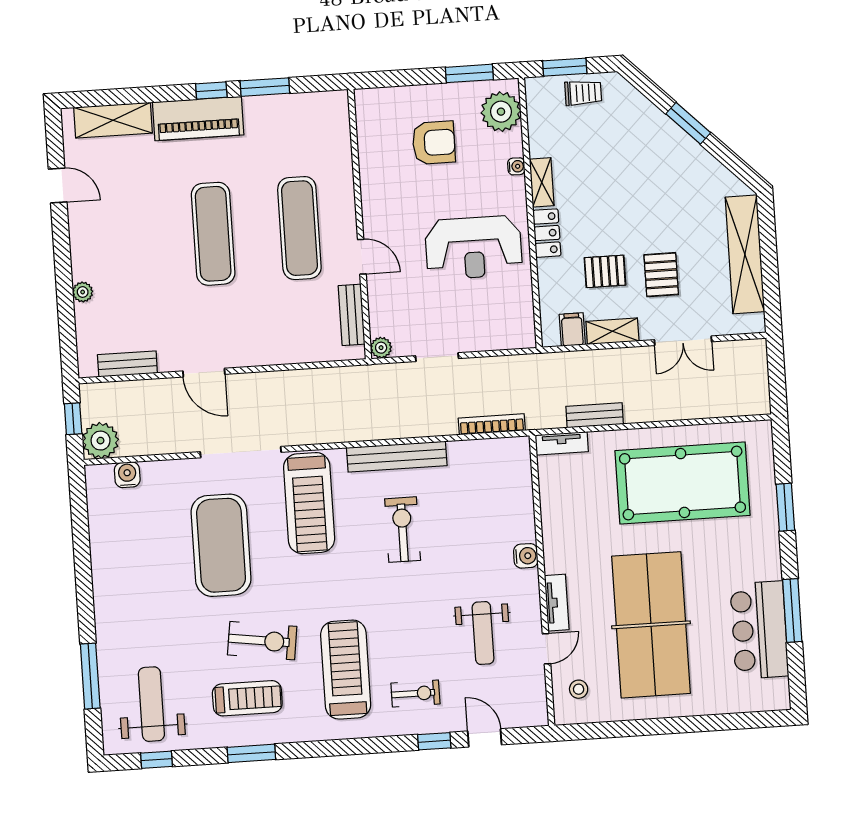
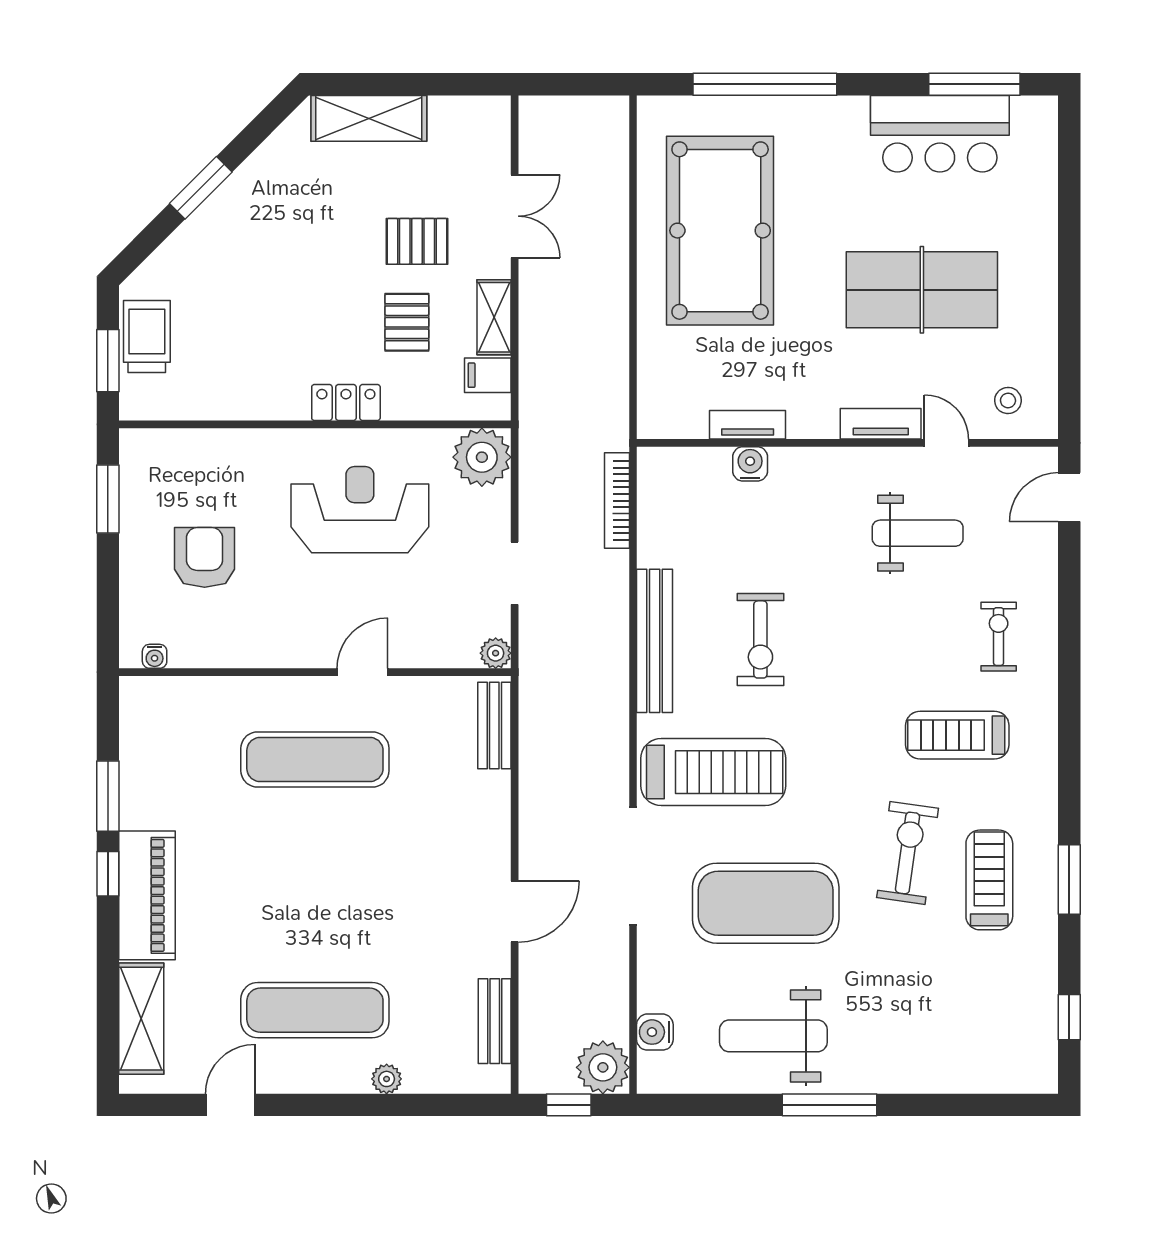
trolley: (583, 93) -> (147, 336), width x1.36, depth x1.39
plant: (501, 112) -> (482, 457), moved
water cooler: (516, 166) -> (155, 656), moved, turned 180
shelving: (542, 182) -> (272, 405), removed
exercise mat: (213, 234) -> (315, 1010), moved
reception desk: (474, 248) -> (360, 510), turned -90
shelving: (745, 254) -> (369, 118), width x0.68
bench: (352, 315) -> (494, 725), moved, turned 90
bench: (595, 415) -> (614, 351), removed
tv unit: (562, 443) -> (748, 425), moved, turned -90
window: (785, 507) -> (765, 84), width x2.11
exercise bike: (403, 530) -> (760, 639), turned -90
water cooler: (526, 556) -> (750, 464), moved
window: (792, 610) -> (974, 84), moved
table tennis table: (651, 625) -> (922, 290), width x0.73, depth x0.76
treadmill: (346, 670) -> (957, 735), width x0.73, depth x0.73
window: (90, 676) -> (829, 1105), moved
weight bench: (151, 704) -> (773, 1036), moved
door: (485, 738) -> (1069, 497), moved
window: (434, 741) -> (1069, 614), removed

